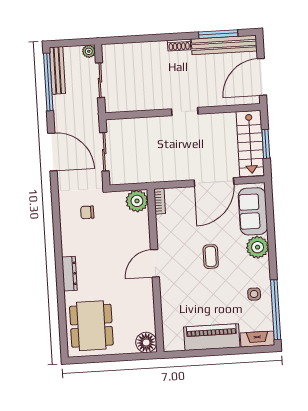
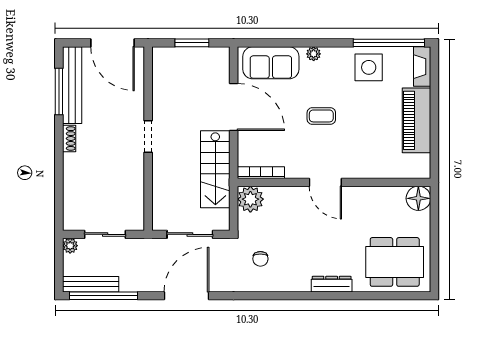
stairs: (250, 143) -> (215, 169), moved, turned 90
bookcase: (160, 201) -> (261, 173), width x1.56
plant: (258, 247) -> (314, 54), width x0.53, depth x0.53
side table: (254, 294) -> (369, 67), width x1.87, depth x1.87

